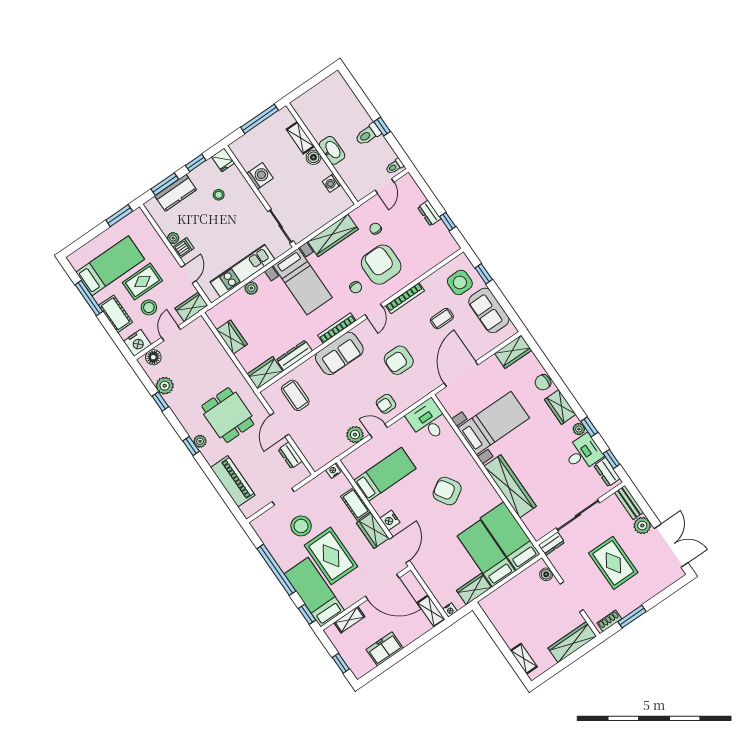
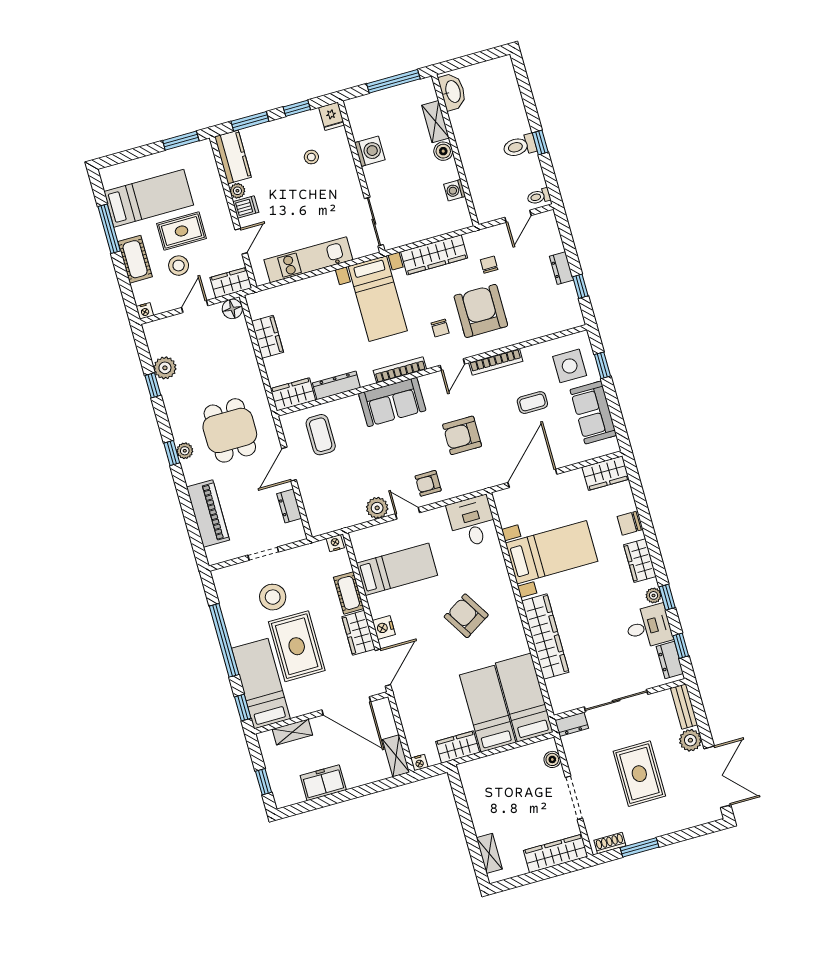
washbasin: (332, 150) -> (452, 92), moved
kitchen counter: (176, 193) -> (233, 157), moved, turned -90
plant: (251, 288) -> (312, 285), removed
nightstand: (137, 343) -> (145, 311), width x0.53, depth x0.56
floor lamp: (153, 357) -> (232, 309), moved

